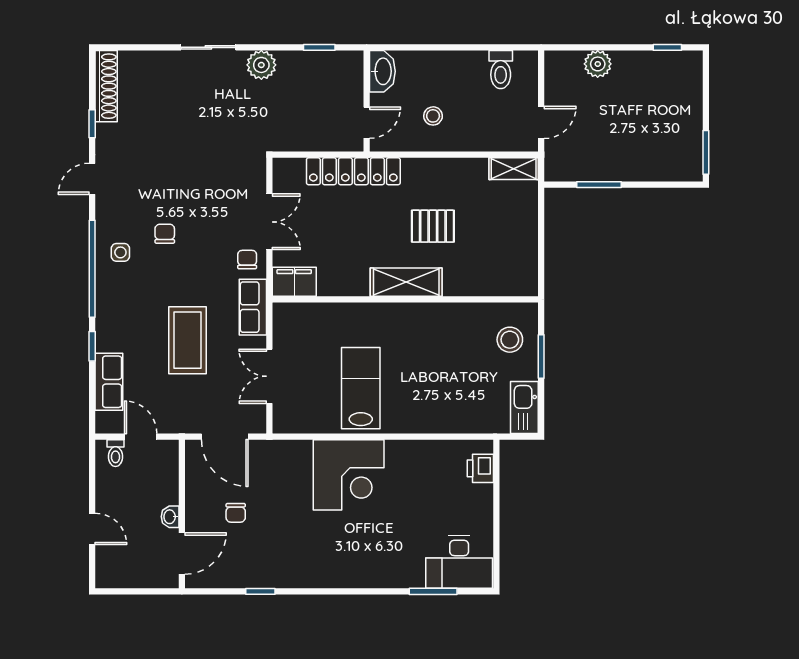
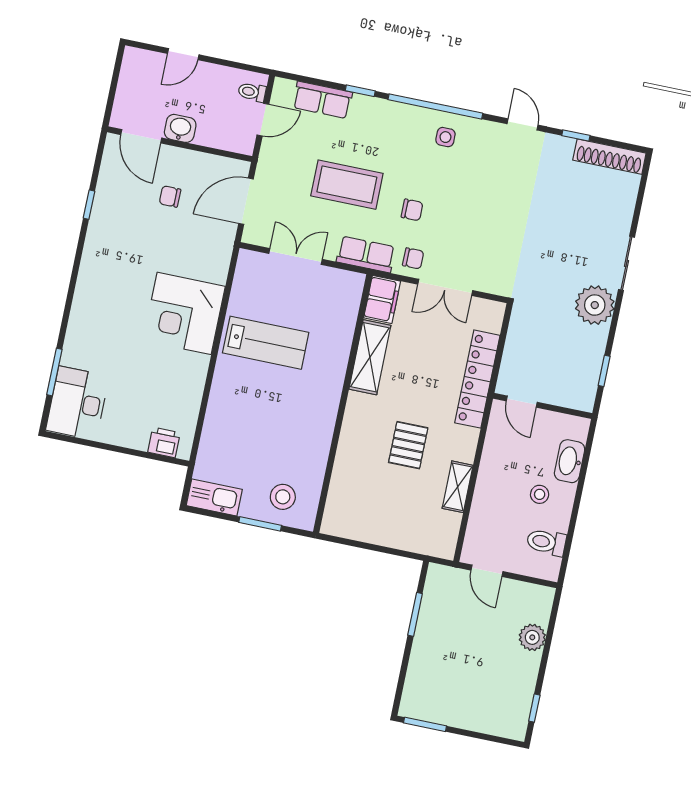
plant: (261, 65) -> (595, 305), width x1.36, depth x1.36
washbasin: (382, 71) -> (570, 461), moved, turned 90
stool: (433, 116) -> (540, 494), moved
shelving: (514, 169) -> (458, 487), moved
chair: (165, 234) -> (412, 210), moved
shelving: (406, 282) -> (370, 357), moved
washbasin: (170, 517) -> (180, 128), width x1.38, depth x1.45

